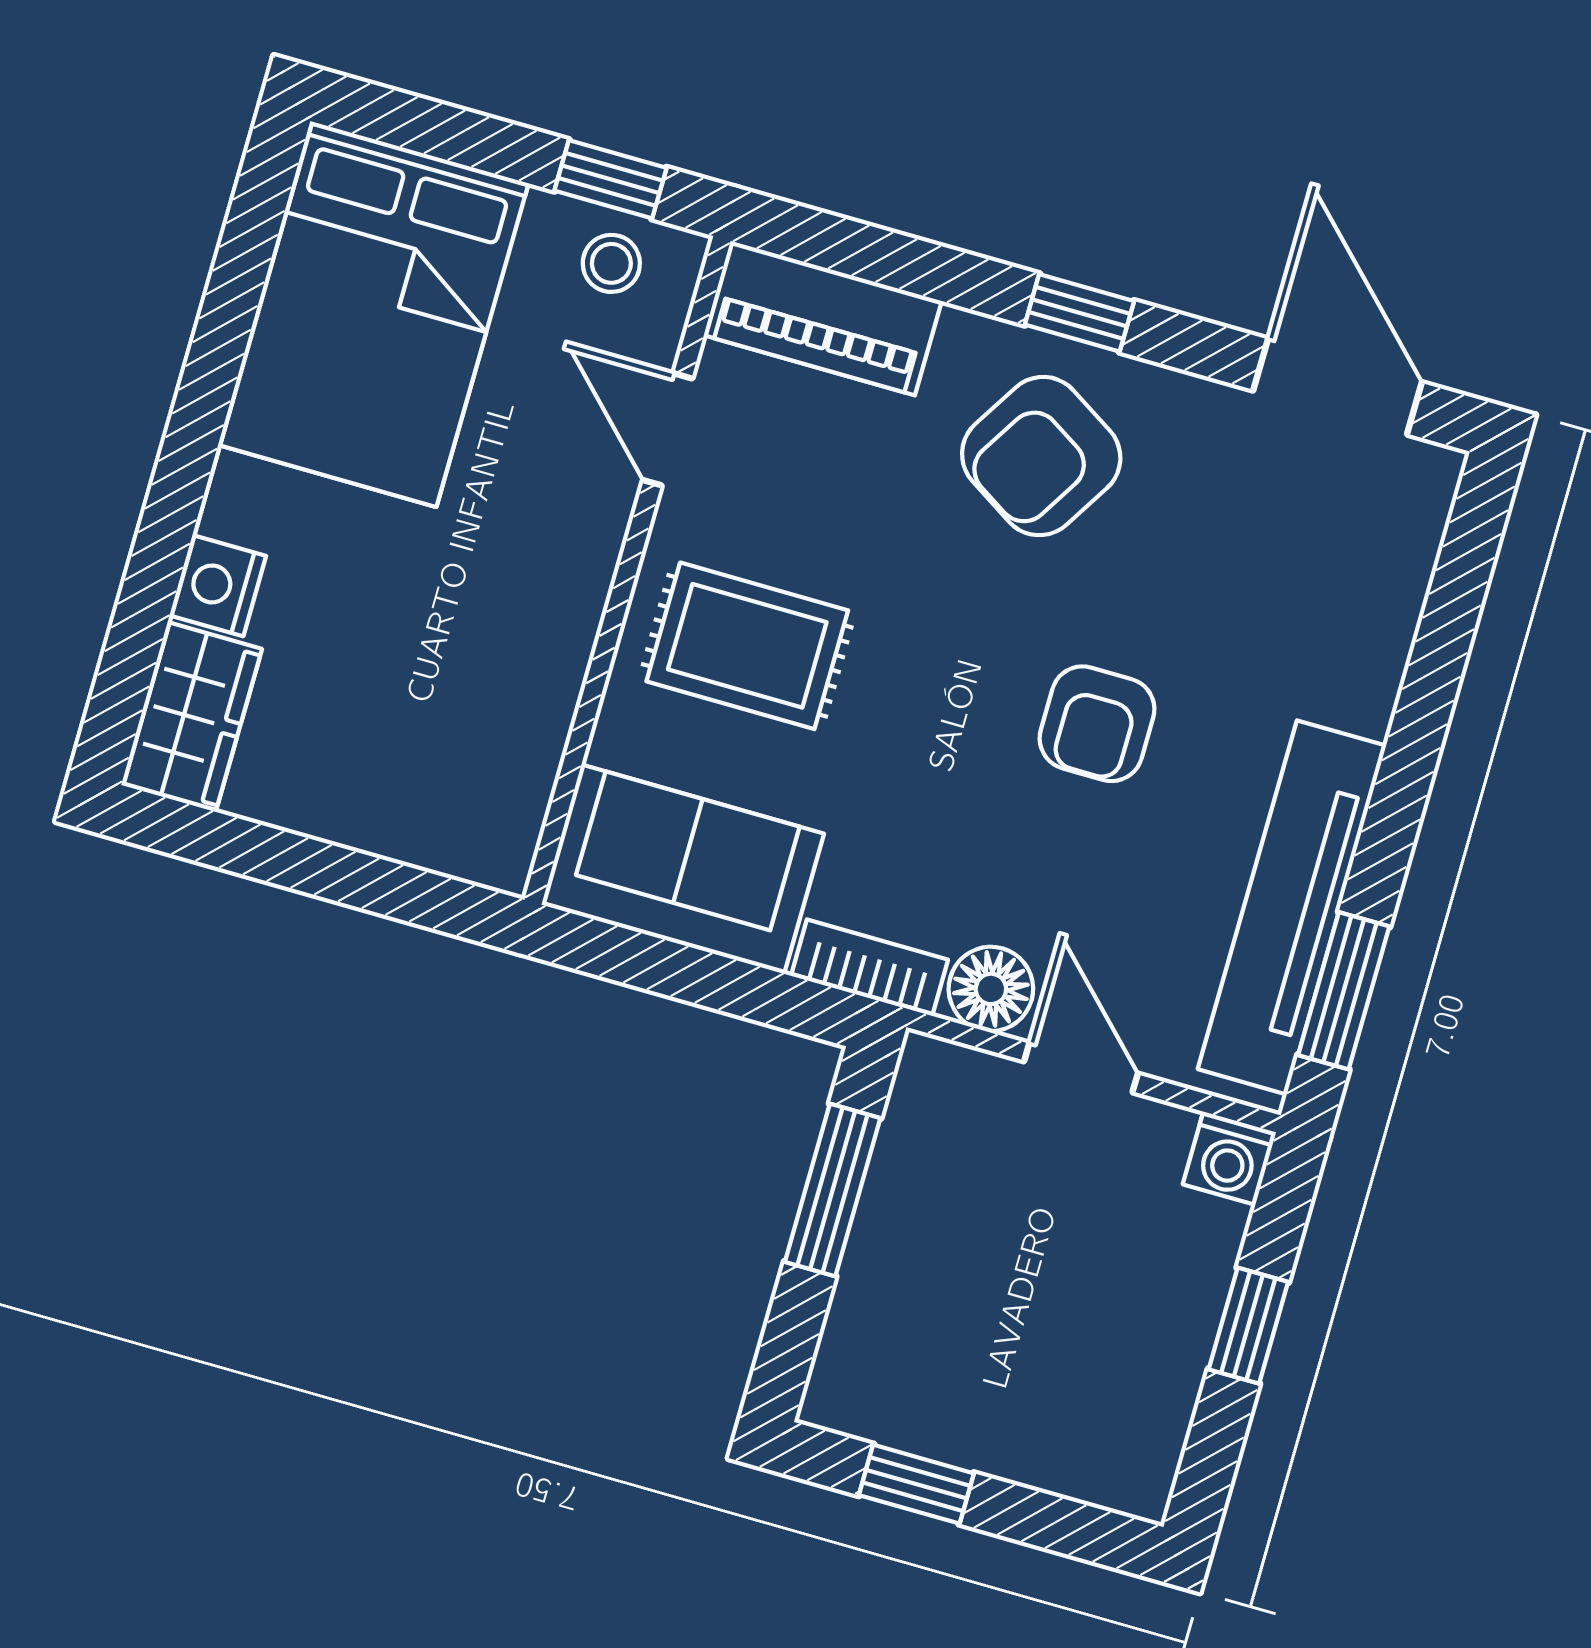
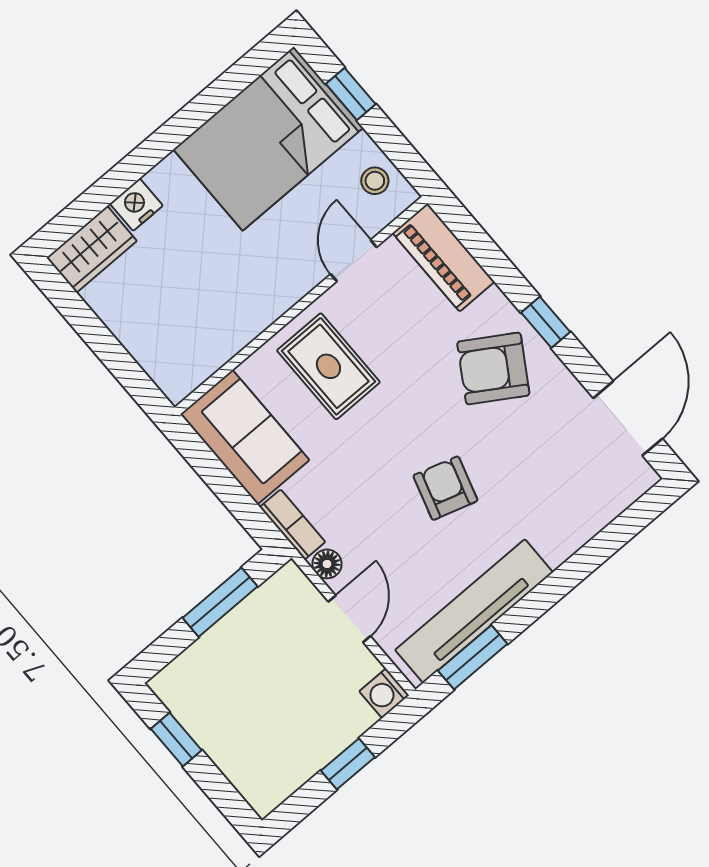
window: (610, 179) -> (351, 94), moved
armchair: (1097, 724) -> (445, 488), turned 107
floor lamp: (991, 989) -> (327, 564), width x0.73, depth x0.73

